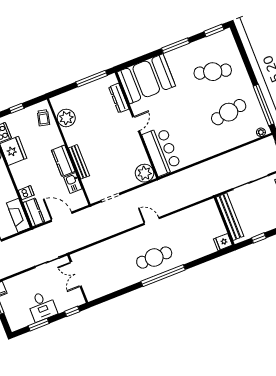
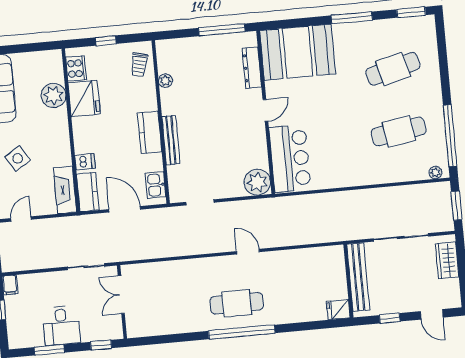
cafe table: (213, 72) -> (393, 69), turned -30
plant: (66, 118) -> (165, 81), width x0.53, depth x0.53
kitchen sink: (73, 183) -> (156, 185), moved

